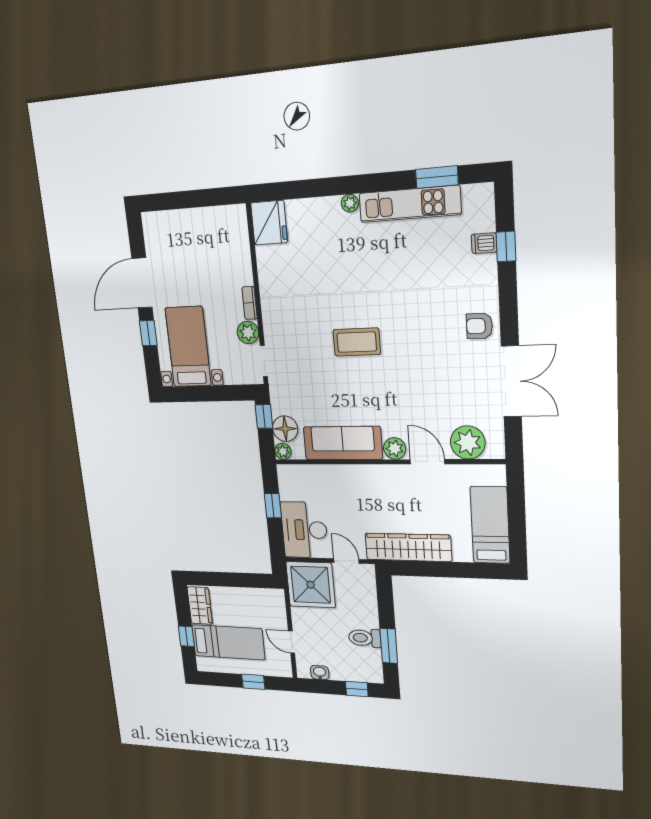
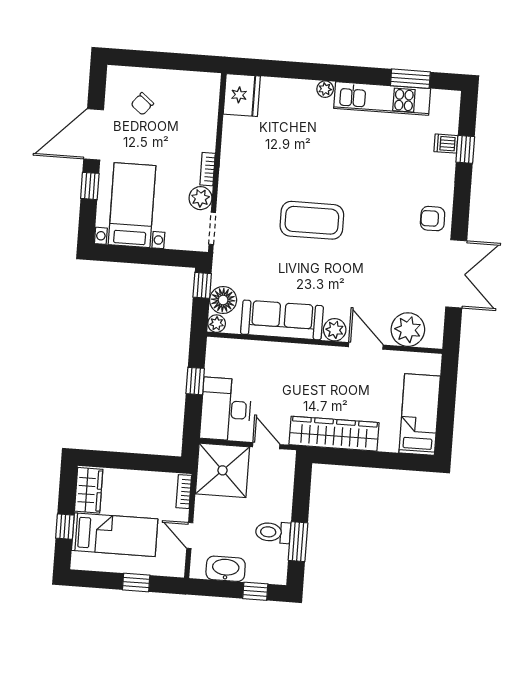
chair: (179, 246) -> (142, 104), added
coffee table: (357, 342) -> (312, 220), width x1.36, depth x1.32
bookcase: (280, 604) -> (184, 492), added
washbasin: (320, 673) -> (226, 569), width x1.91, depth x1.45

